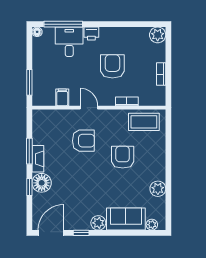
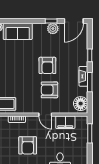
filing cabinet: (62, 97) -> (65, 122), width x2.00
armchair: (123, 157) -> (47, 65), moved
floor lamp: (42, 183) -> (81, 104), moved
plant: (98, 223) -> (53, 29), moved

